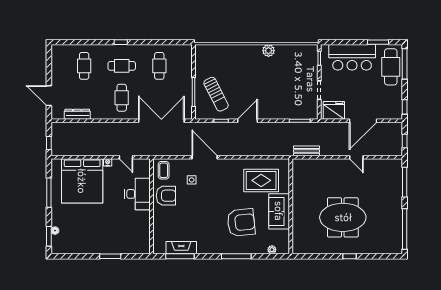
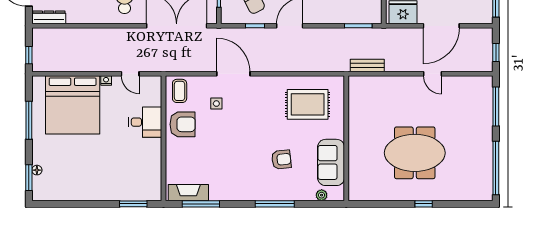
dresser: (77, 114) -> (49, 17), moved
desk: (137, 194) -> (145, 122), width x0.73
sofa: (279, 211) -> (331, 162), moved
armchair: (241, 223) -> (281, 160), width x0.53, depth x0.53
fireplace: (181, 248) -> (188, 193), moved
window: (110, 256) -> (133, 204), moved

